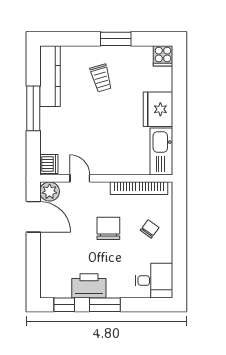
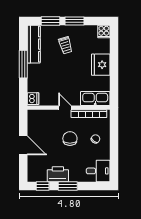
window: (77, 39) -> (50, 21), added
kitchen sink: (161, 152) -> (95, 99), moved, turned 90
door: (80, 178) -> (65, 108), moved
plant: (50, 191) -> (33, 116), removed
door: (33, 217) -> (23, 145), moved

